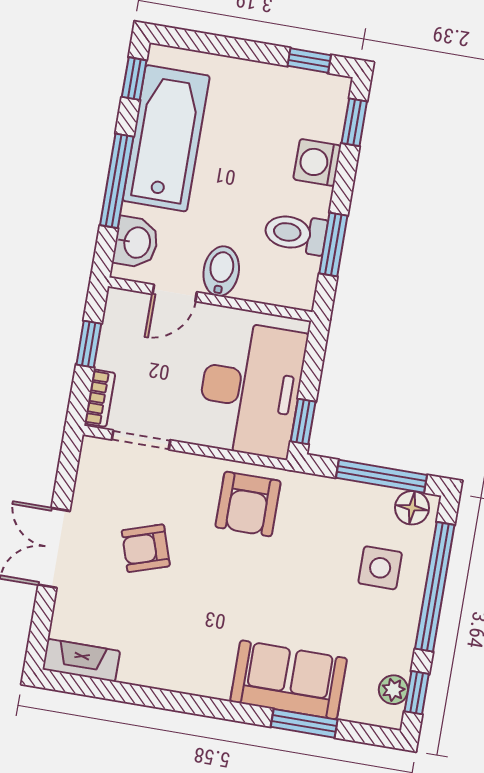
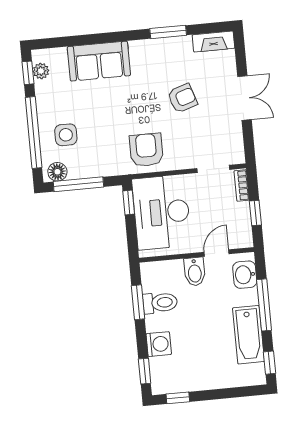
bathtub: (166, 138) -> (248, 335), width x0.73, depth x0.73
armchair: (146, 548) -> (182, 98), moved
window: (304, 723) -> (168, 32), moved

